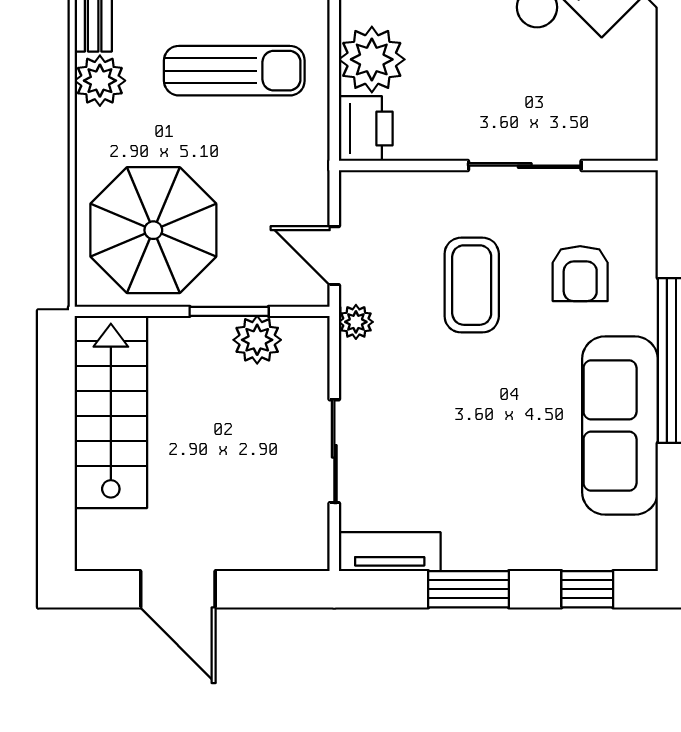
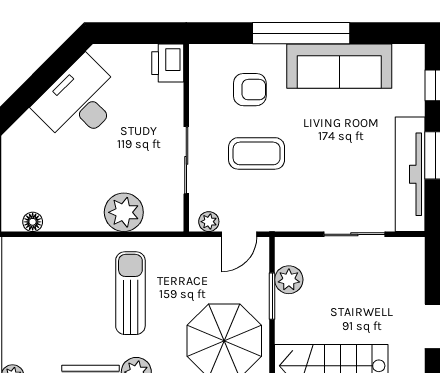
printer: (366, 128) -> (168, 63), moved, turned -90
sliding door: (525, 166) -> (186, 160), moved
plant: (356, 322) -> (209, 222), moved
tv unit: (390, 552) -> (410, 174), width x1.92, depth x1.29

